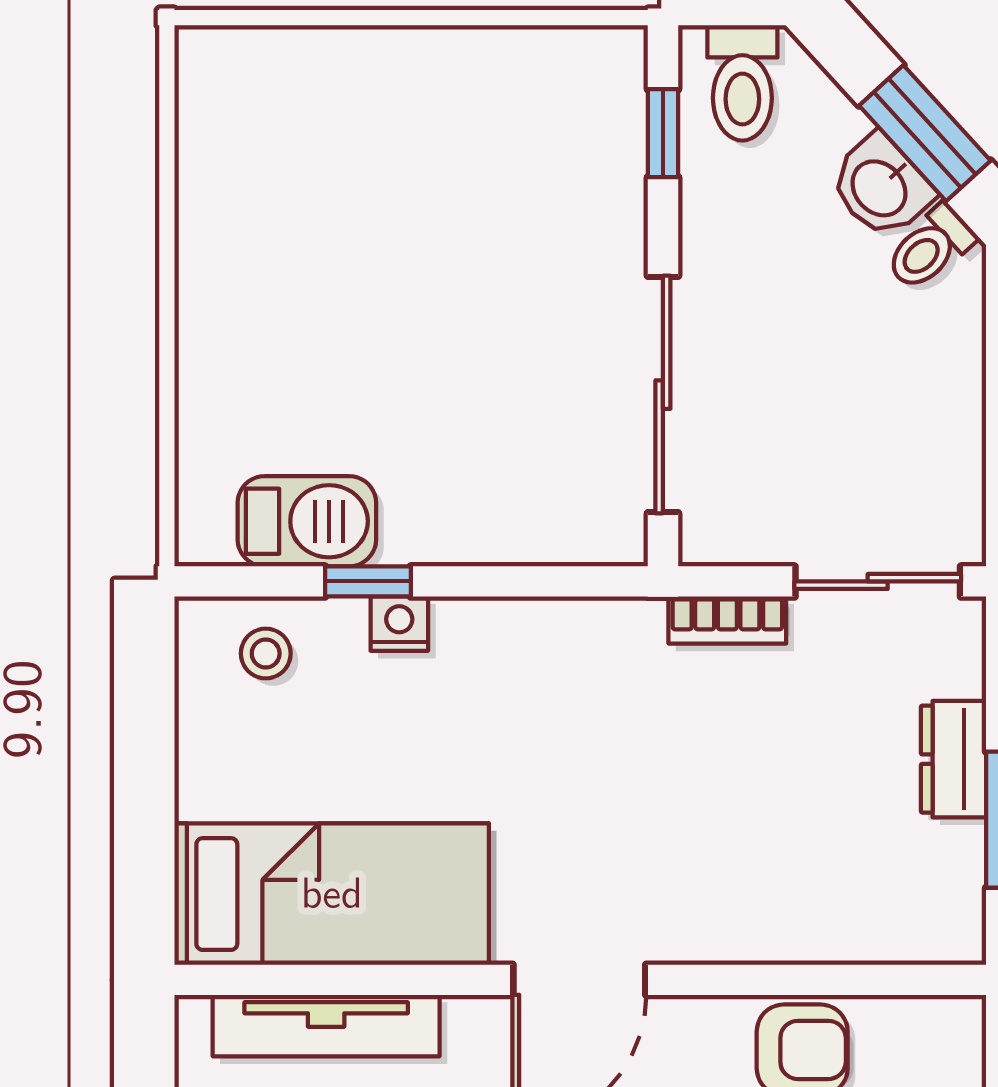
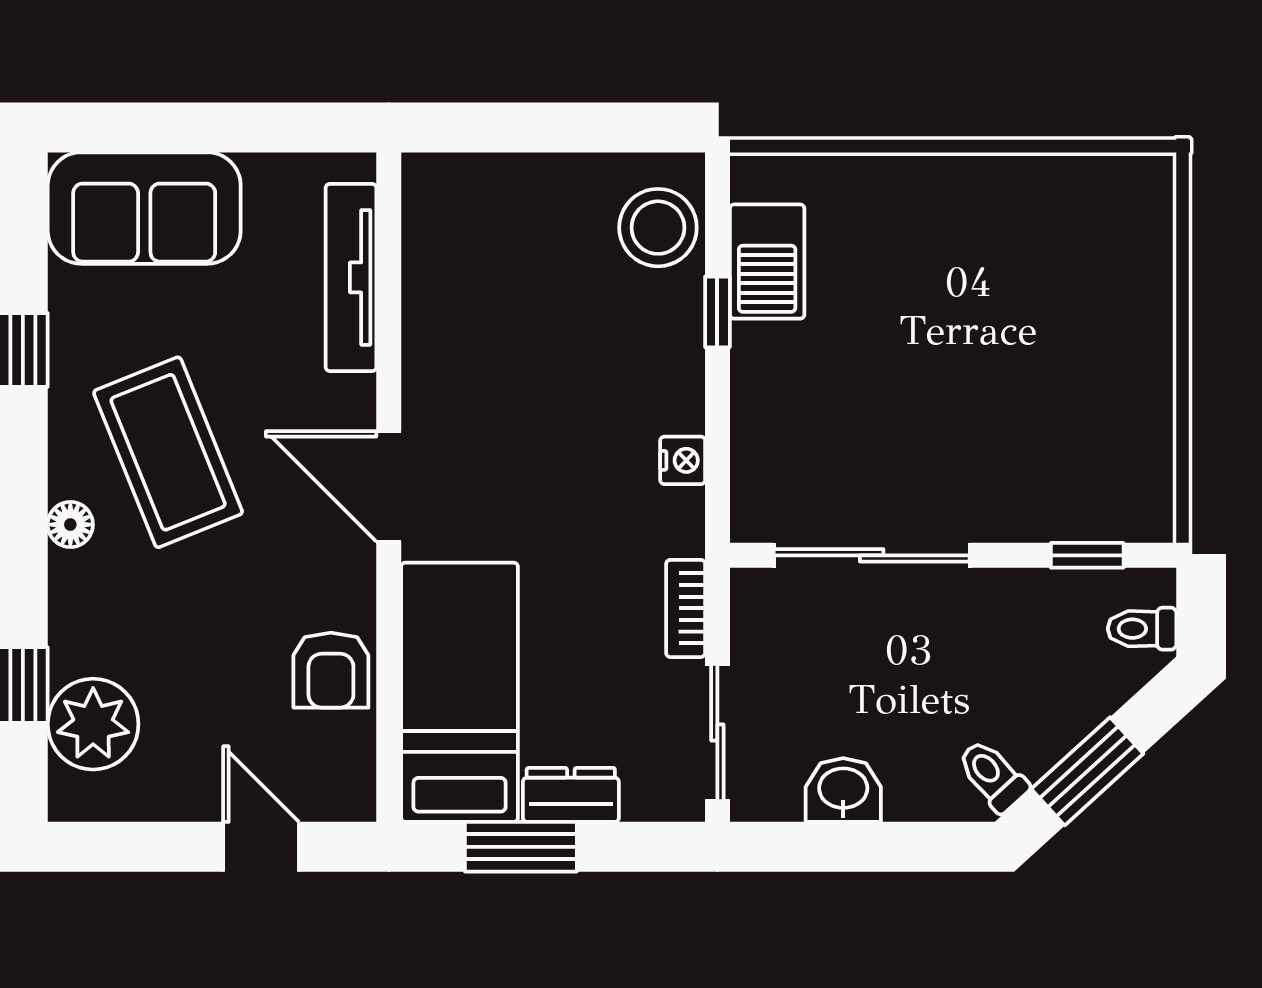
toilet: (742, 83) -> (1142, 629), width x0.73, depth x0.72
washbasin: (881, 187) -> (843, 790), moved, turned 42
nightstand: (399, 624) -> (683, 460), moved
stool: (266, 653) -> (658, 228), width x1.89, depth x1.89
bed: (332, 894) -> (460, 692), moved, turned 180

